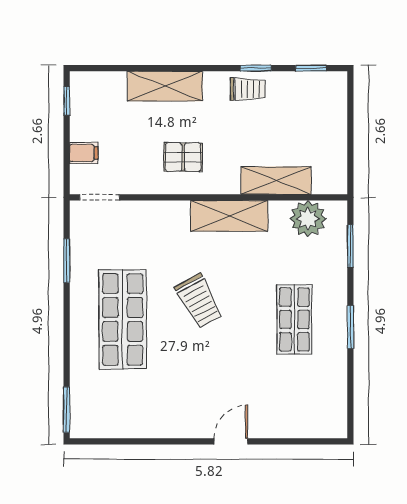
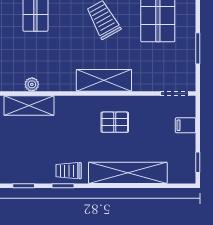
shelving: (165, 86) -> (128, 173), width x1.47
shelving: (276, 181) -> (29, 106), moved
shelving: (229, 216) -> (104, 80), moved
plant: (308, 219) -> (32, 84), width x0.53, depth x0.53

